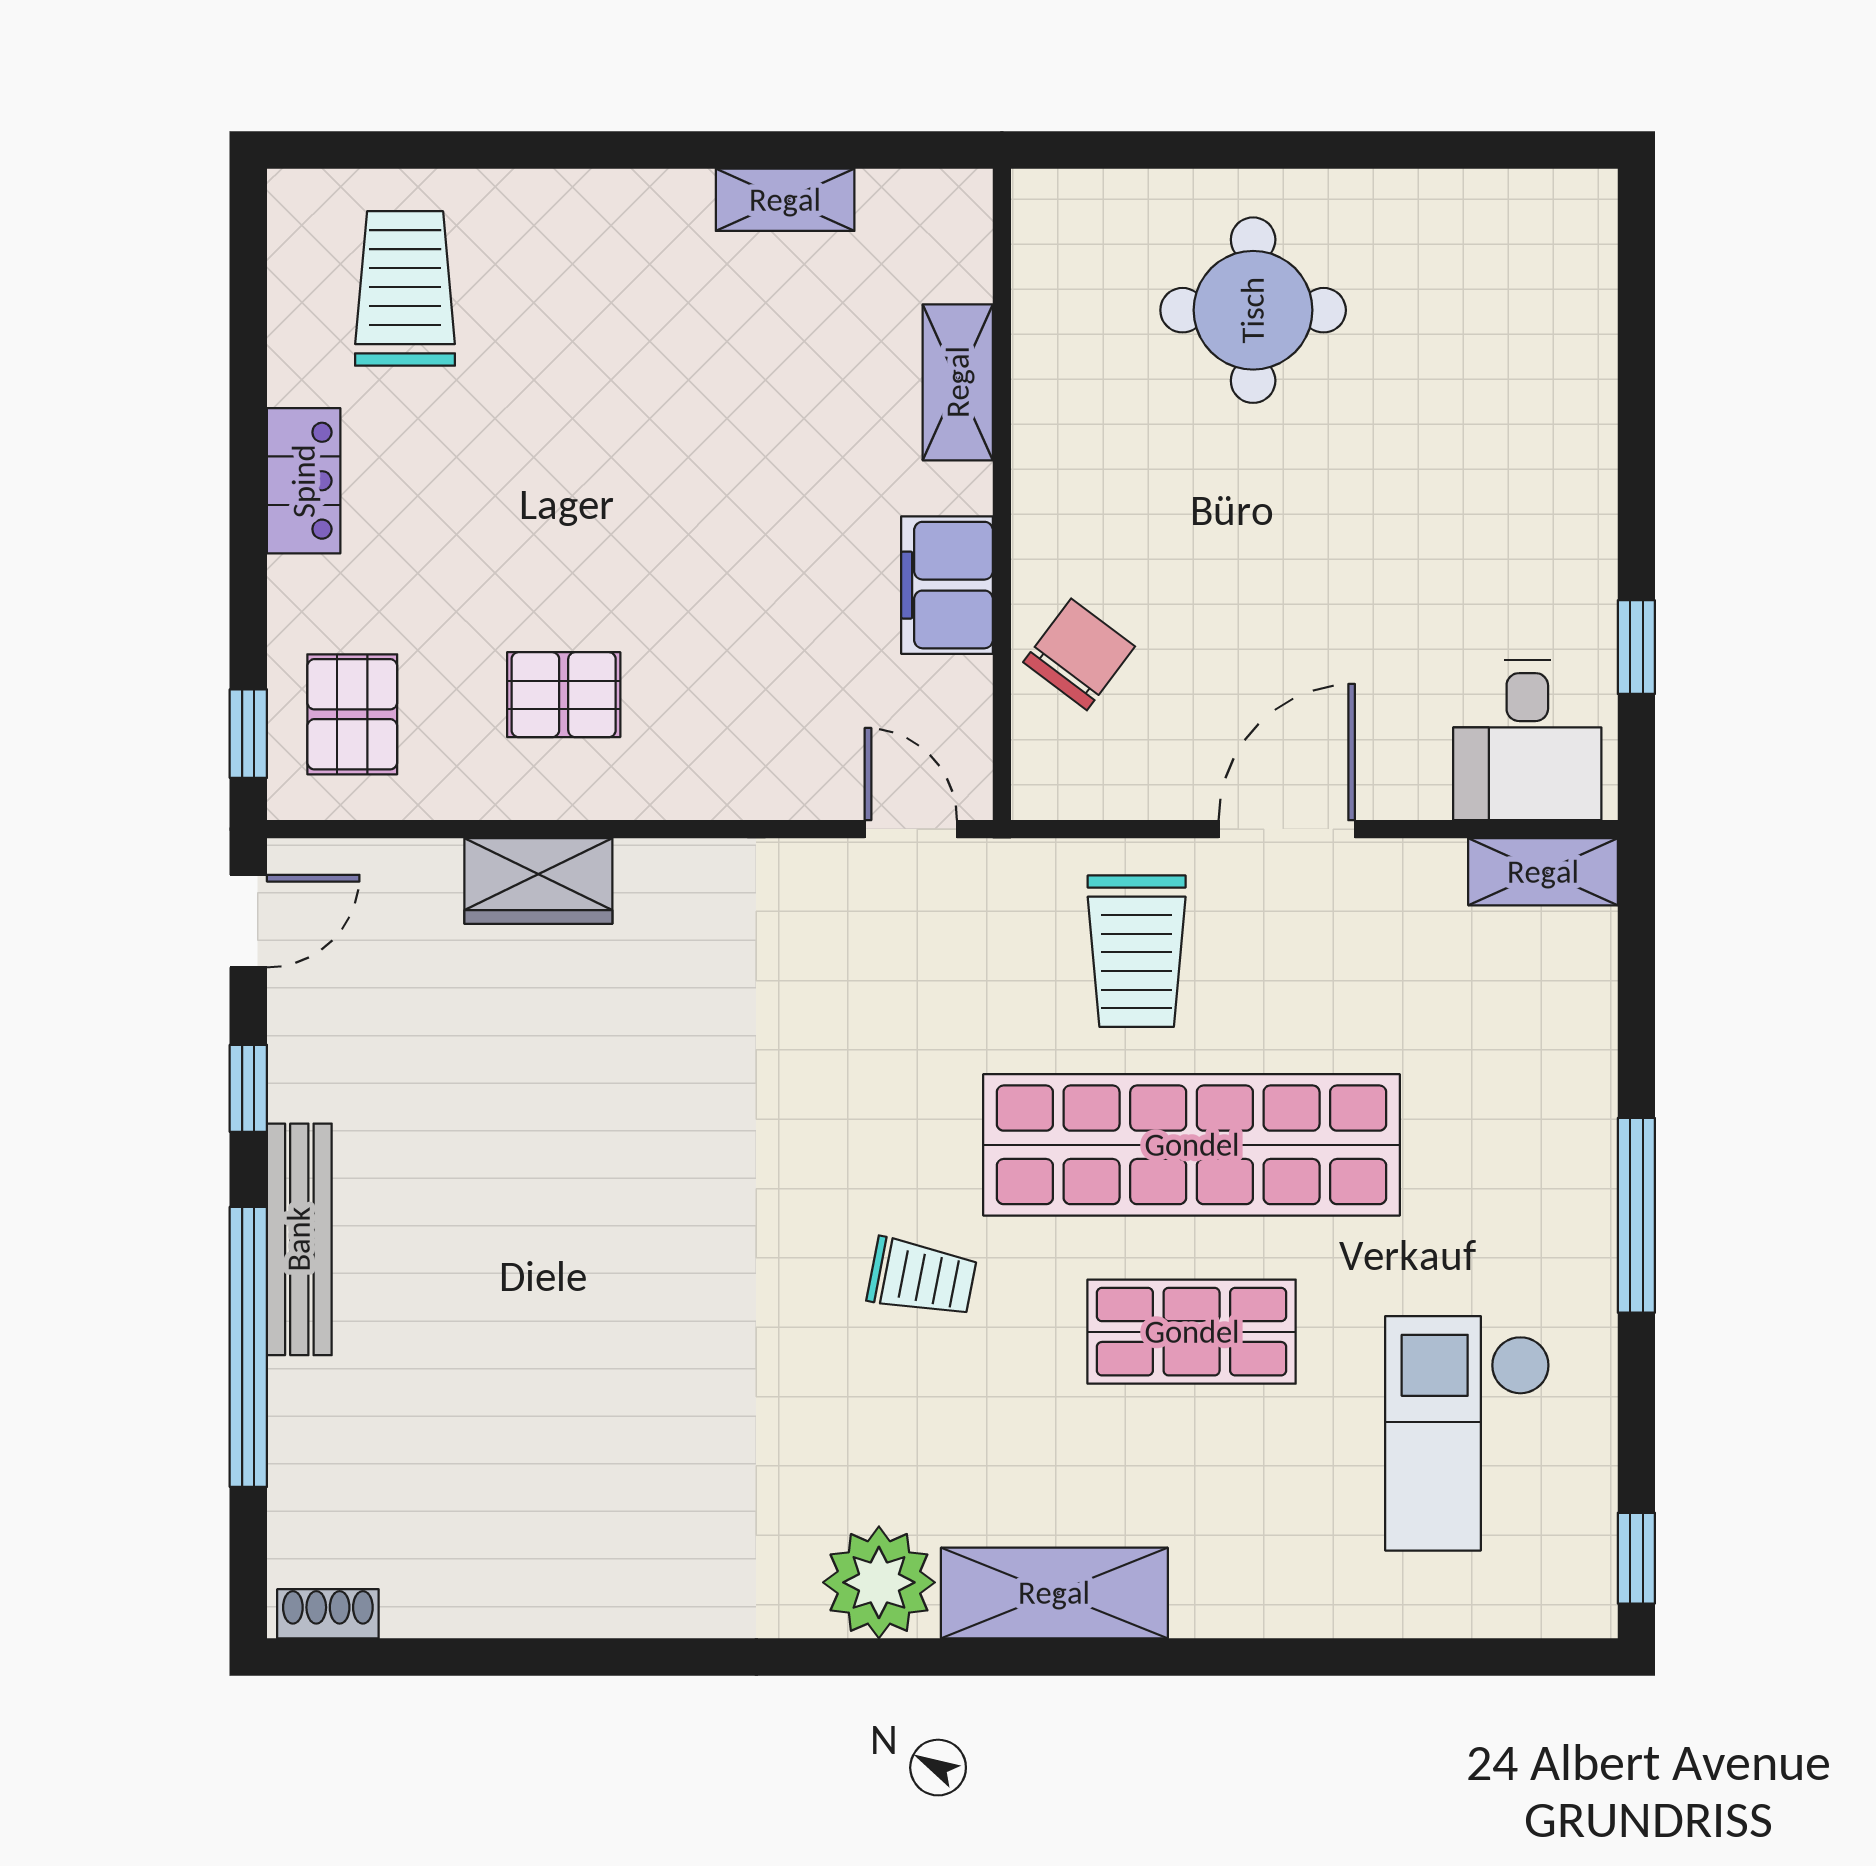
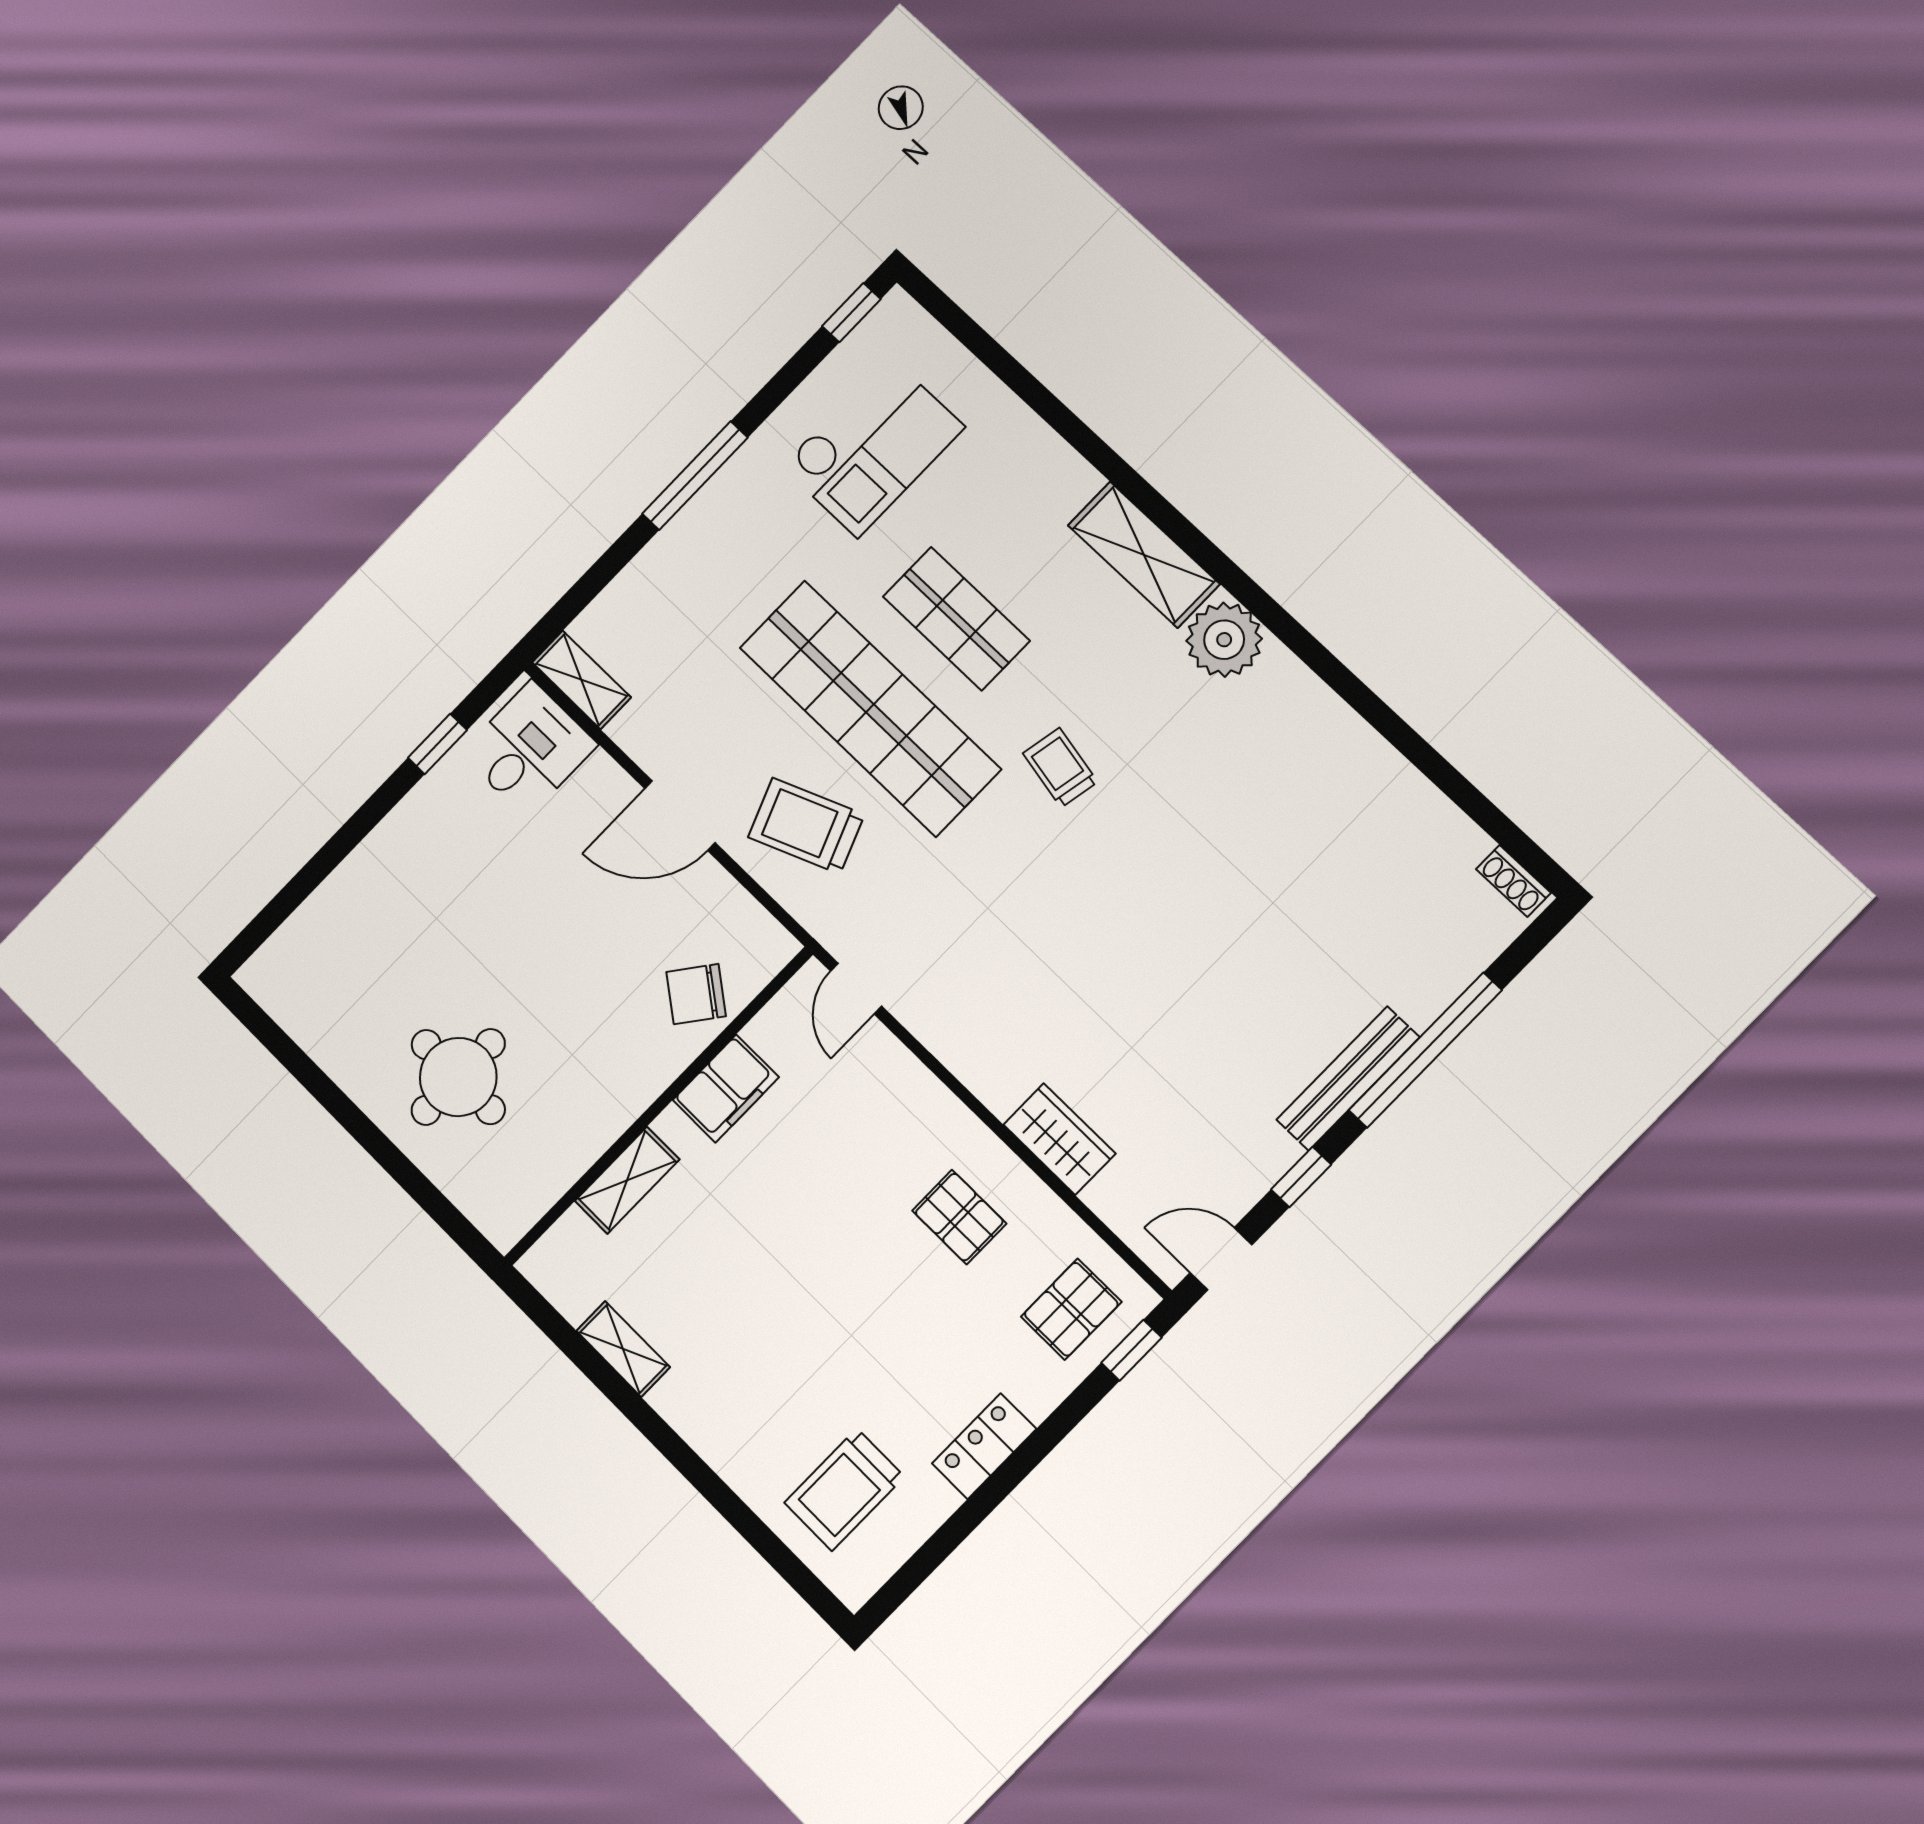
trolley: (1137, 951) -> (806, 826), turned -112

